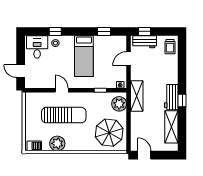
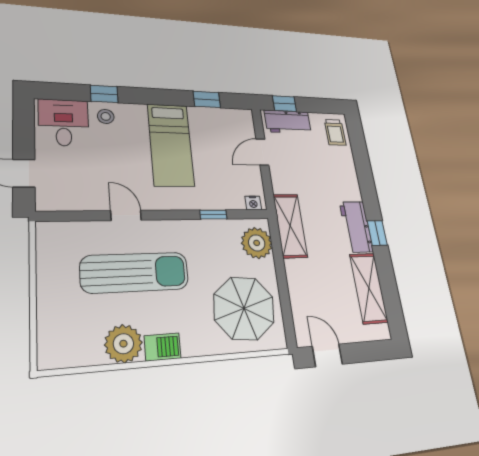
barbecue: (34, 146) -> (163, 347), moved

